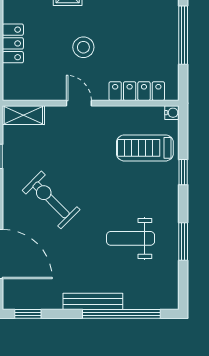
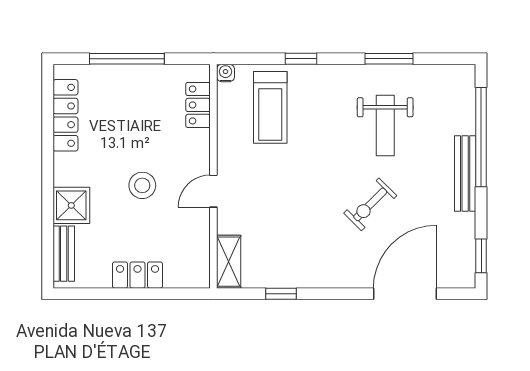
locker: (137, 91) -> (198, 105), width x0.66
exercise bike: (51, 200) -> (370, 204), moved, width x0.73, depth x0.72

